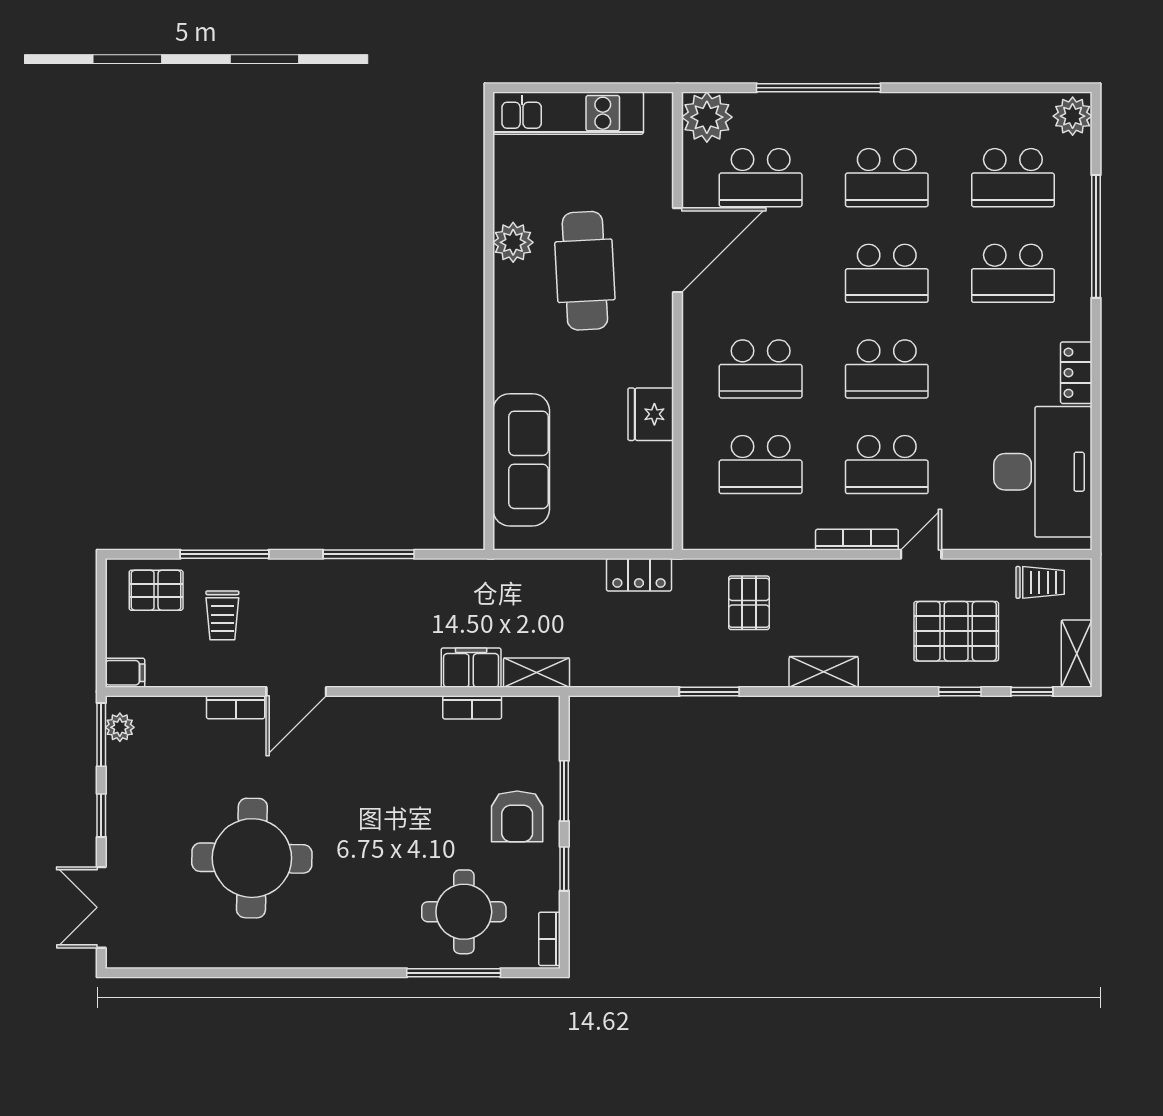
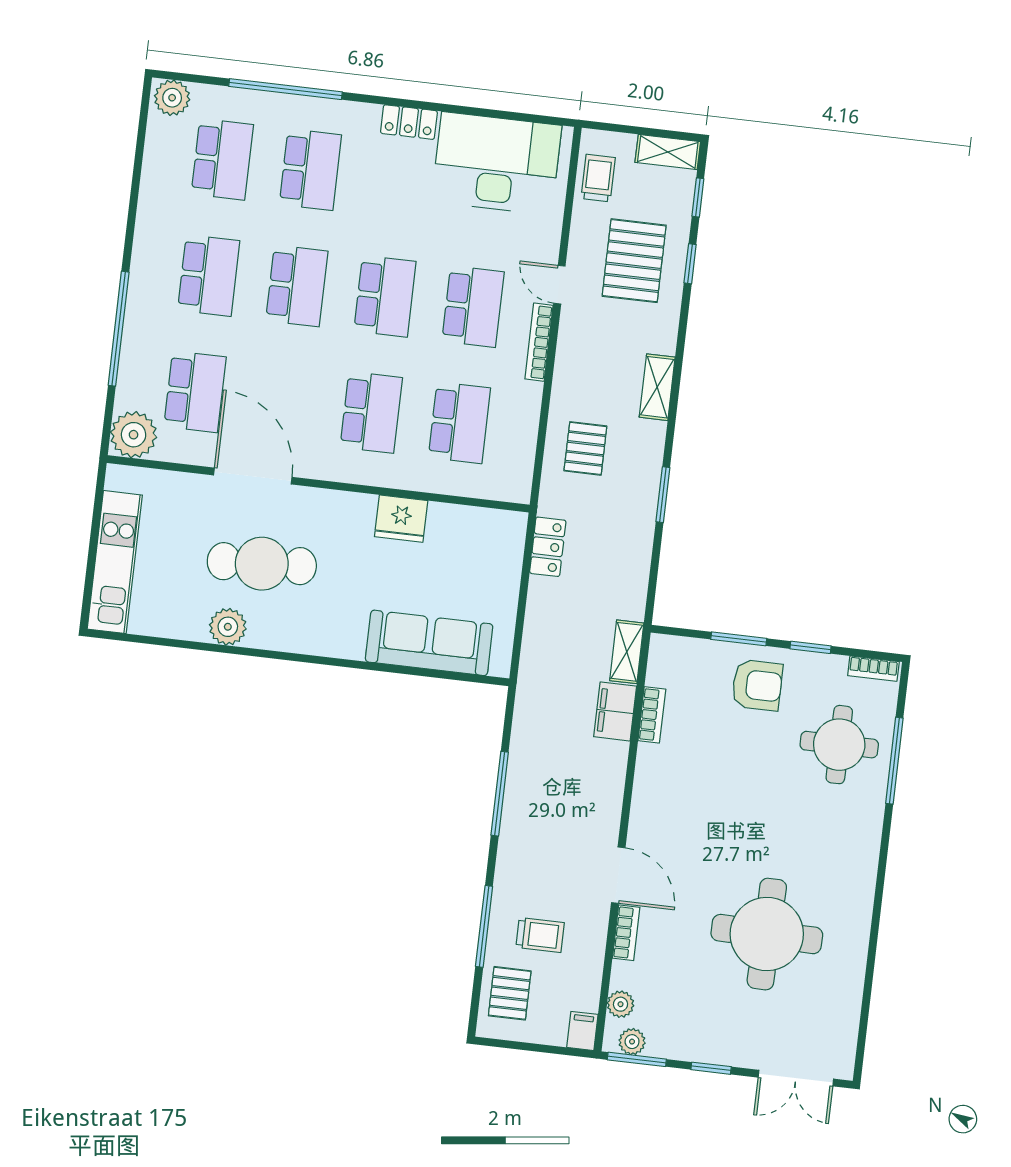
pallet: (749, 603) -> (585, 448), turned 90
plant: (158, 710) -> (621, 1004), added

